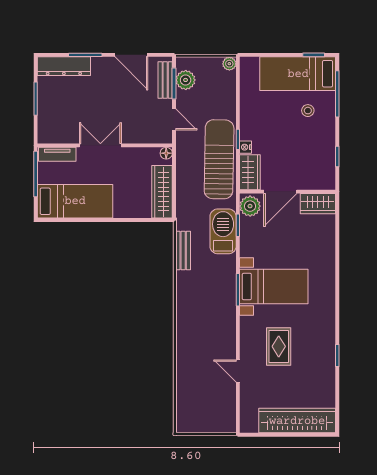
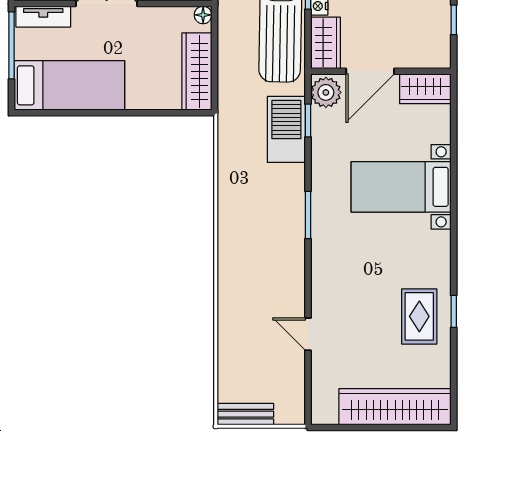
bench: (183, 250) -> (245, 414), moved, turned 90
bed with nightstands: (274, 287) -> (401, 187), moved, turned 180
rug: (279, 346) -> (419, 316), moved

